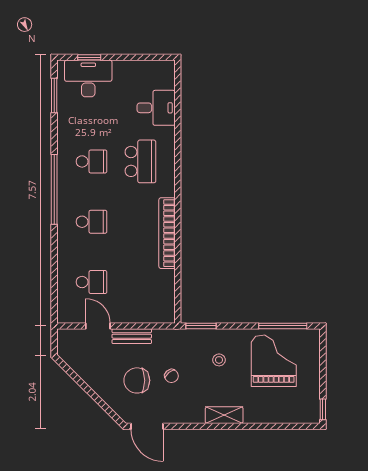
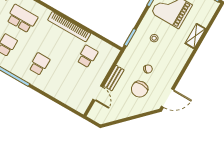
school desk: (92, 282) -> (87, 56), moved
door: (98, 326) -> (98, 93), swing flipped
shelving: (224, 415) -> (195, 36), moved

